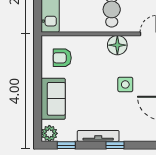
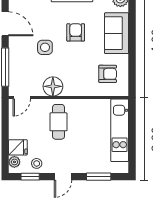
armchair: (94, 100) -> (76, 32), added

